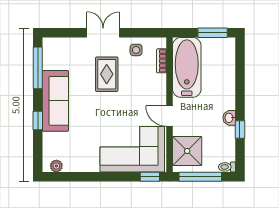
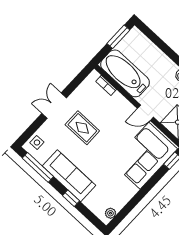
side table: (136, 50) -> (37, 142), moved

